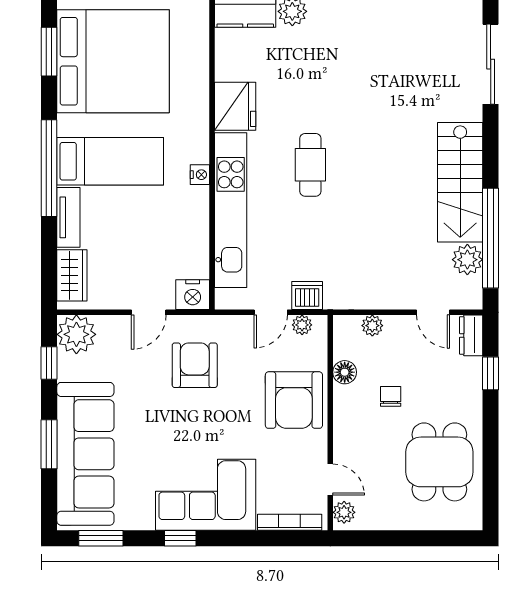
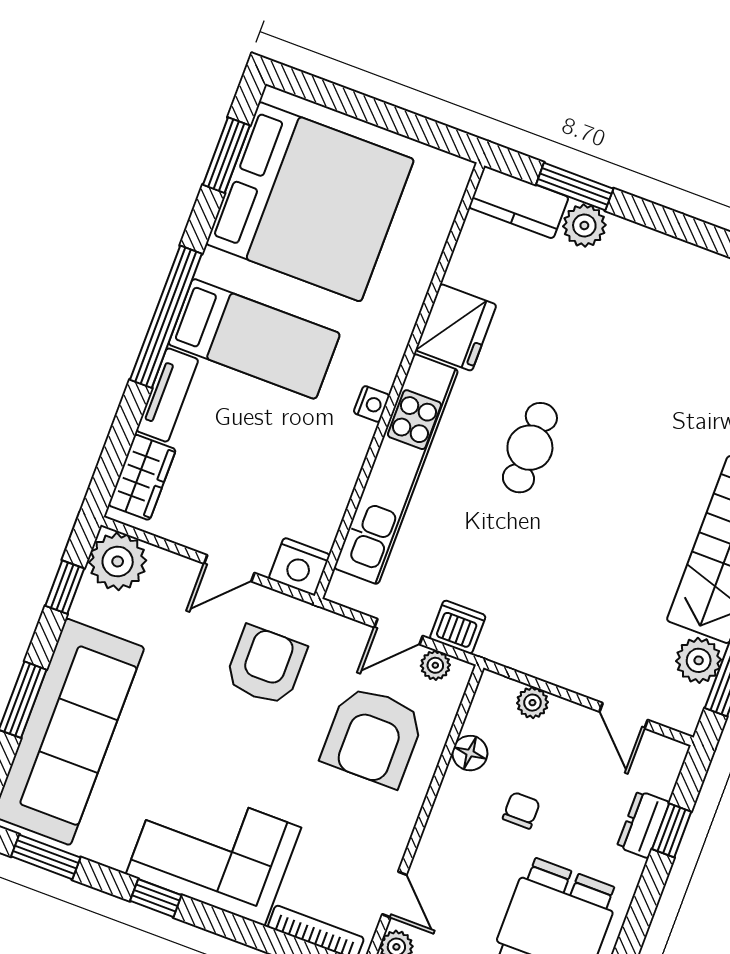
dresser: (471, 335) -> (643, 824), moved
armchair: (294, 400) -> (373, 736), moved

